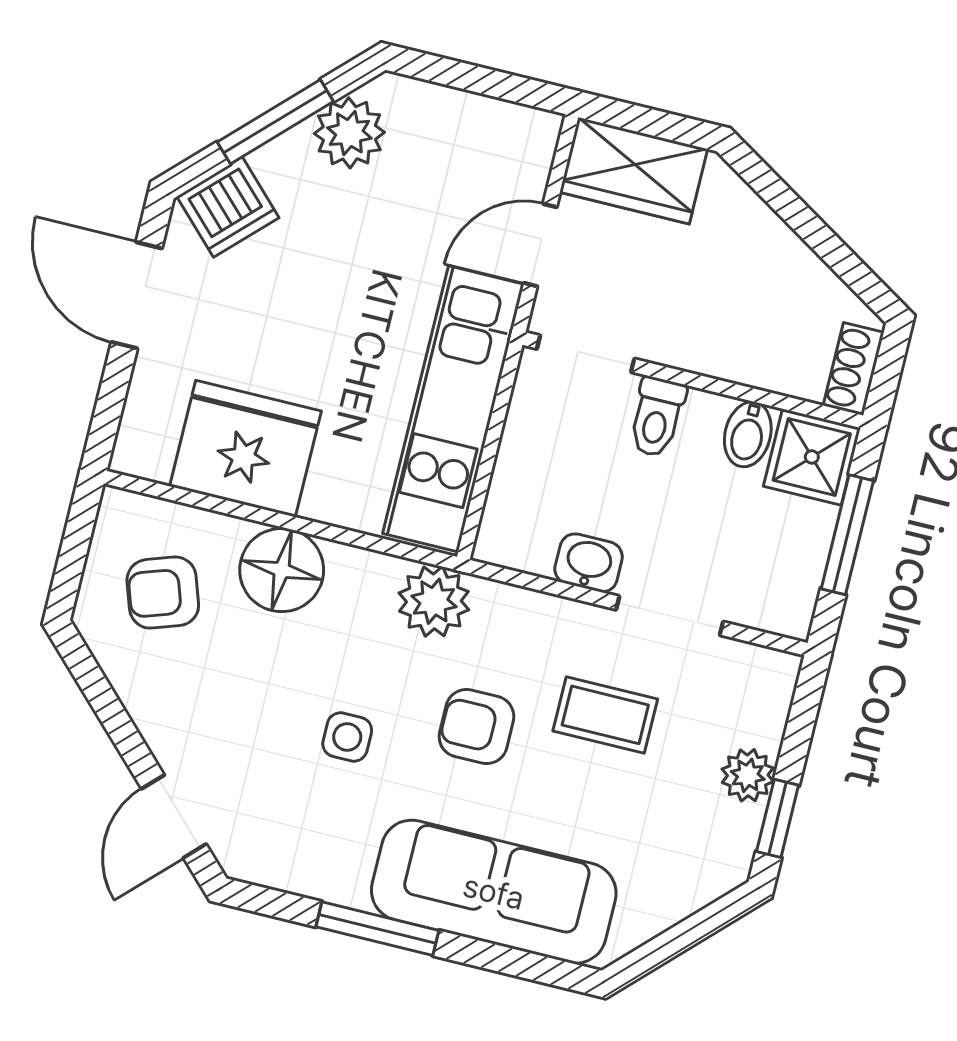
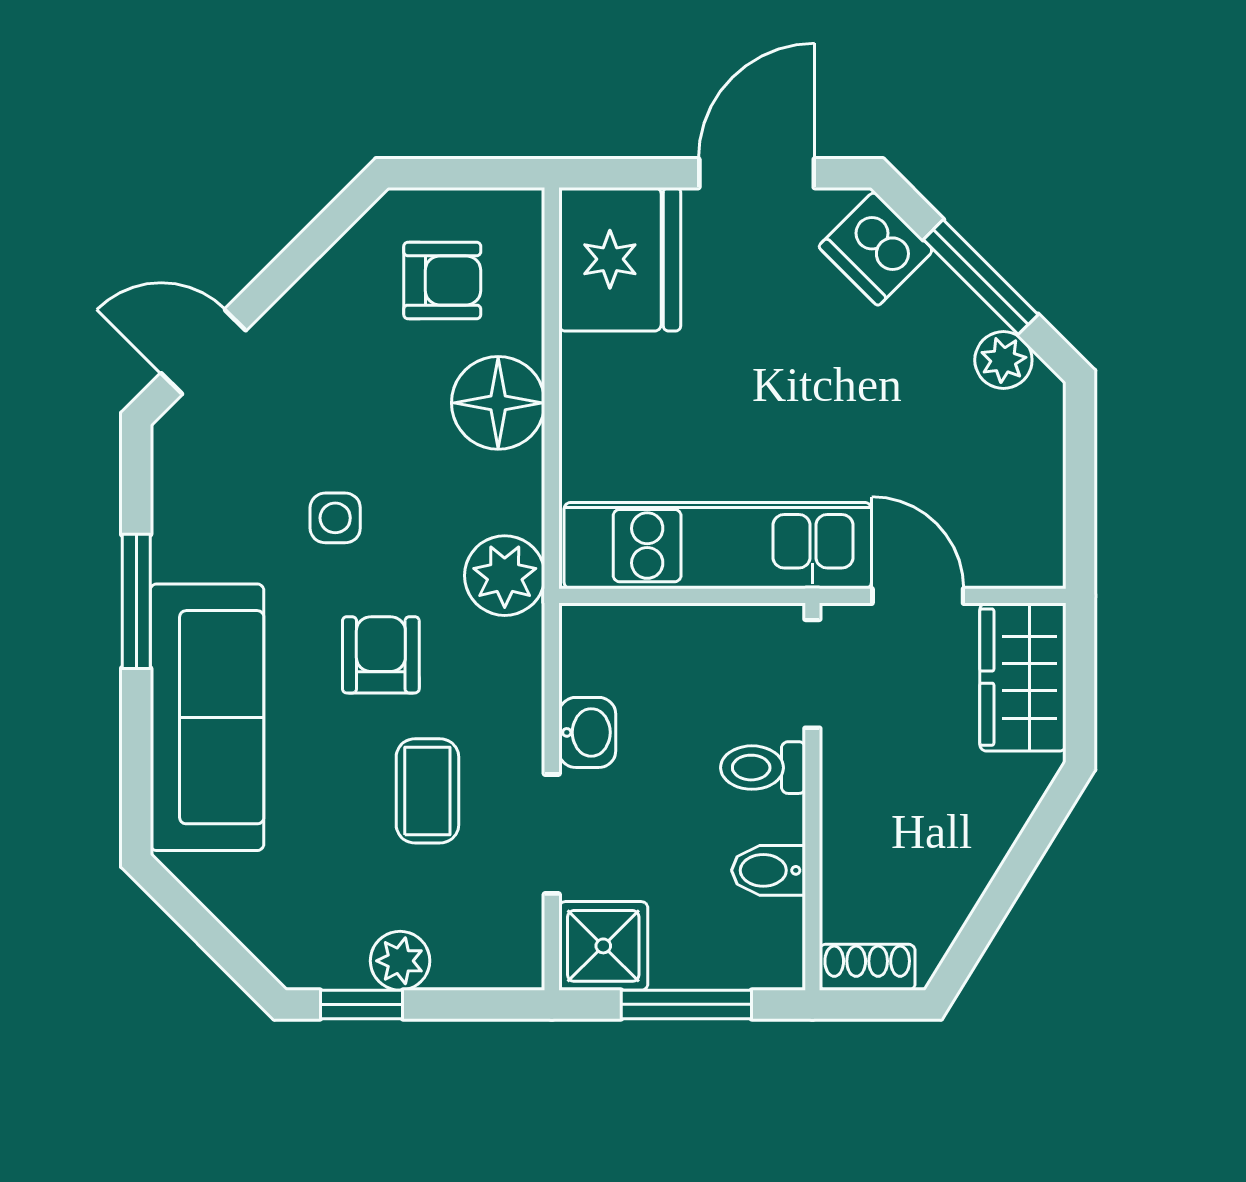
plant: (349, 133) -> (1003, 360), width x0.73, depth x0.73
fridge: (246, 449) -> (620, 259), moved
shower: (812, 457) -> (603, 946), moved
armchair: (163, 593) -> (442, 280), turned 109

